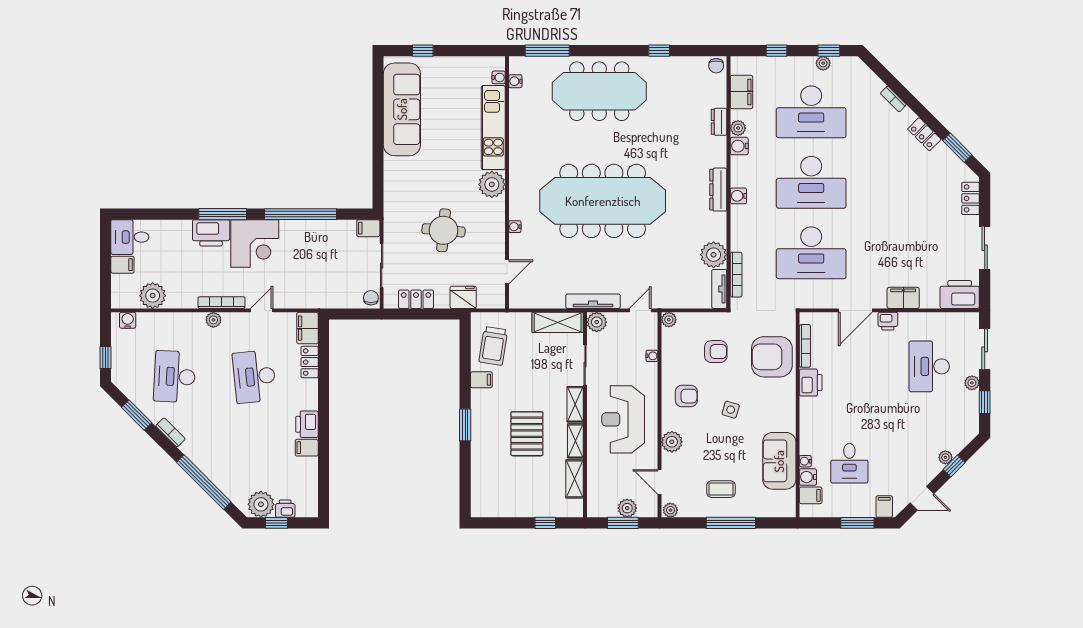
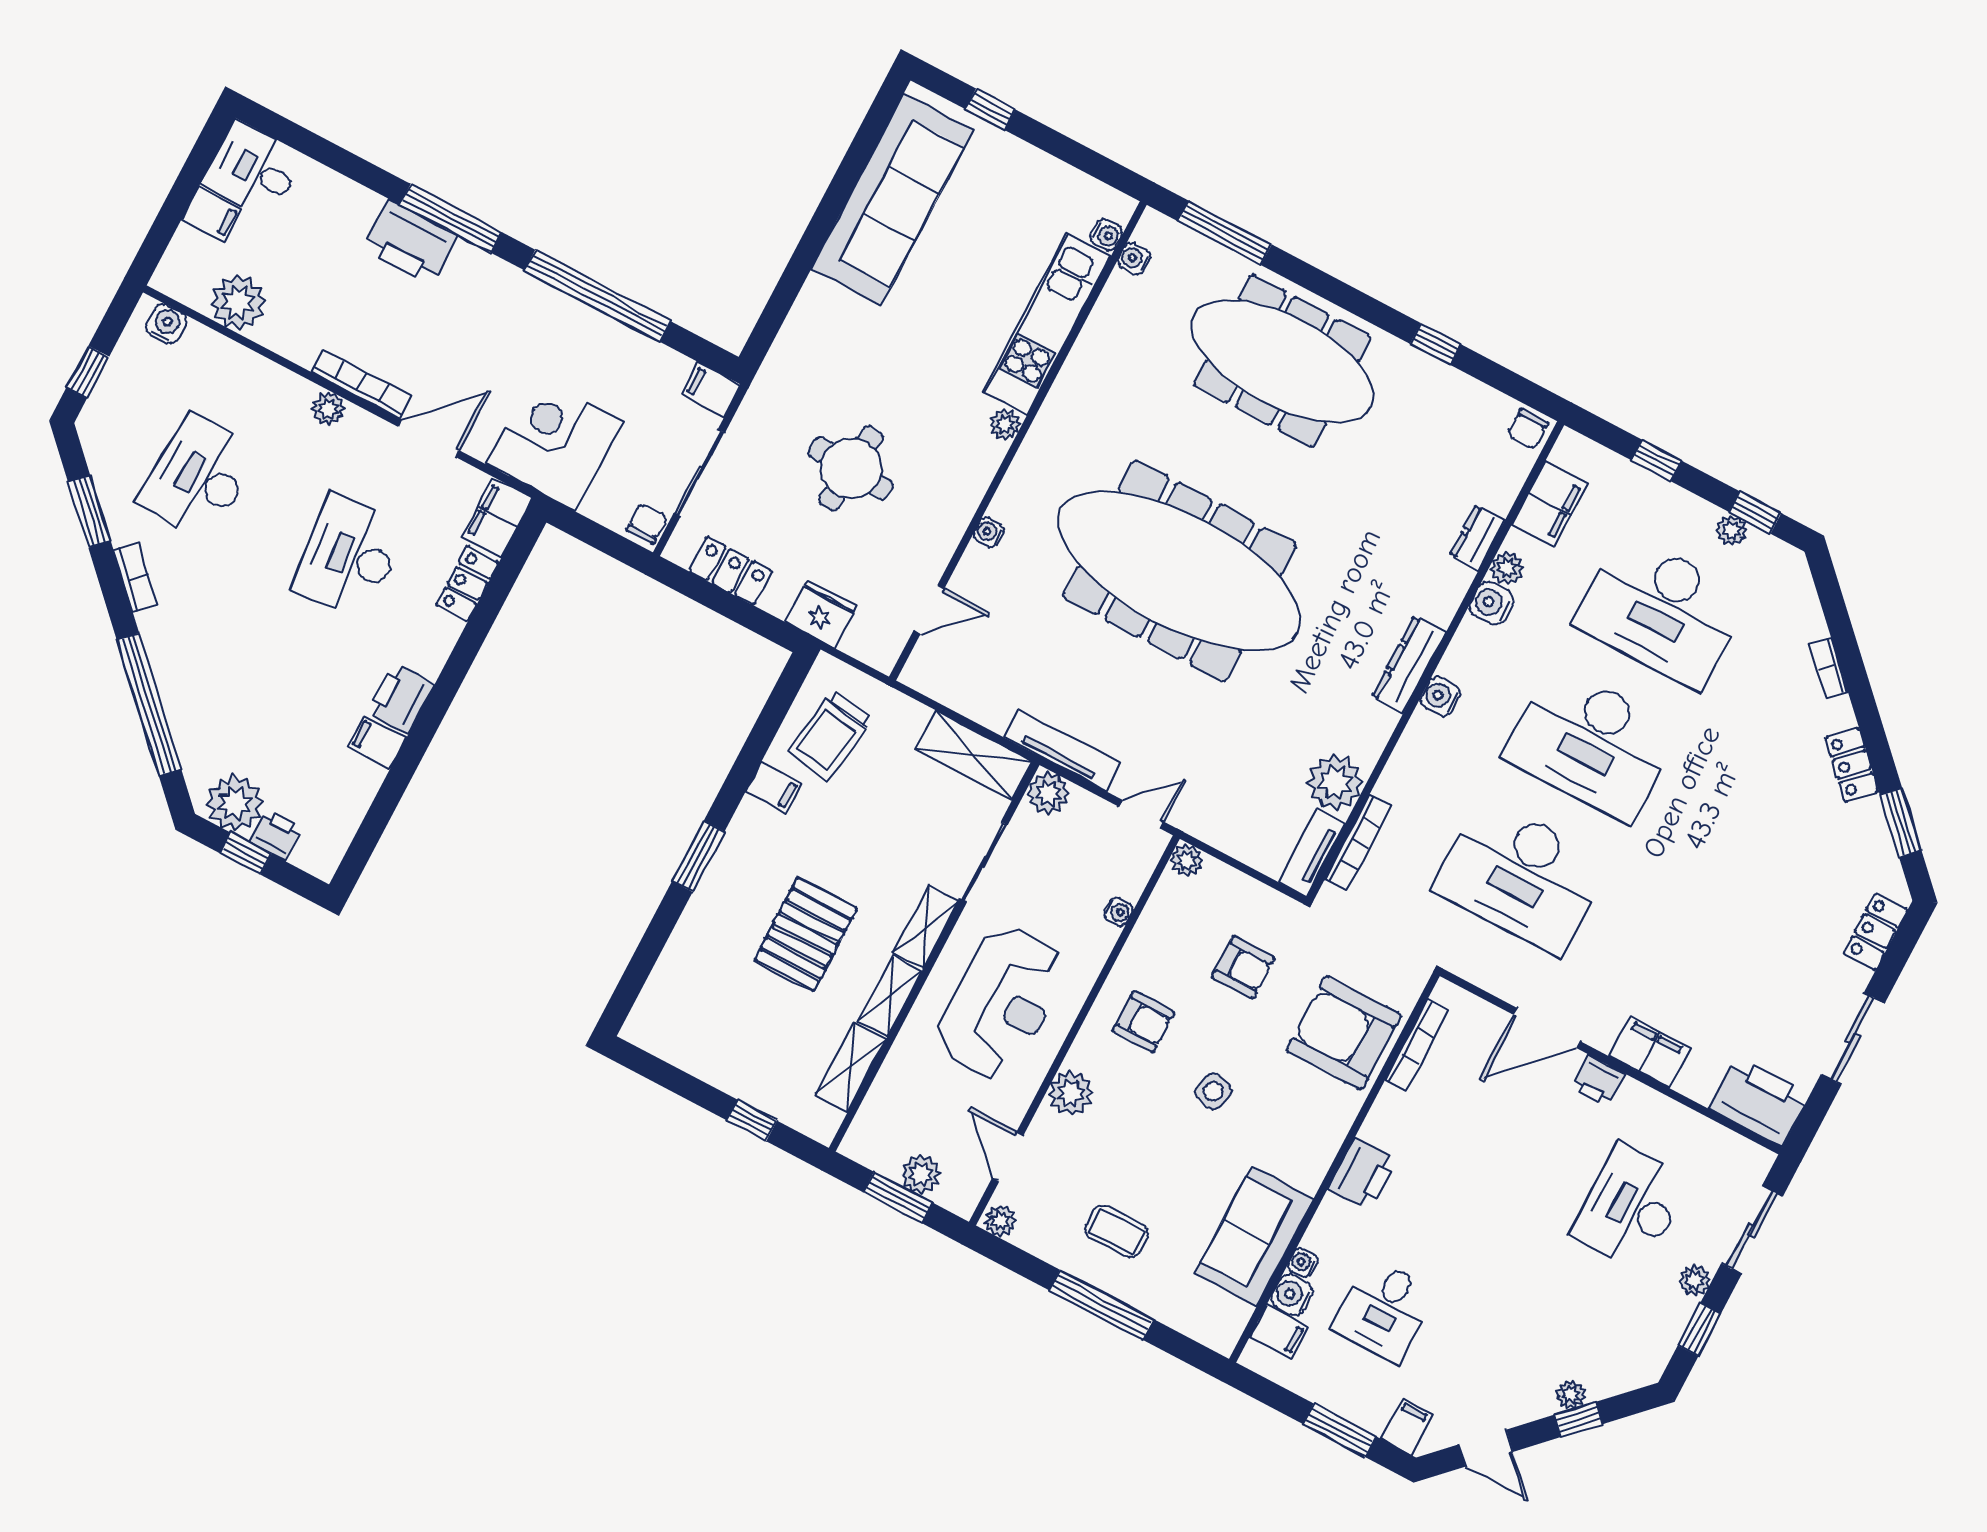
plant: (492, 184) -> (1005, 424), width x0.53, depth x0.53
corner desk: (255, 243) -> (554, 443), moved, turned 180
door: (262, 310) -> (429, 438), width x1.38
printer: (811, 383) -> (1363, 1174), moved
reception desk: (623, 419) -> (1001, 1003), turned 180

